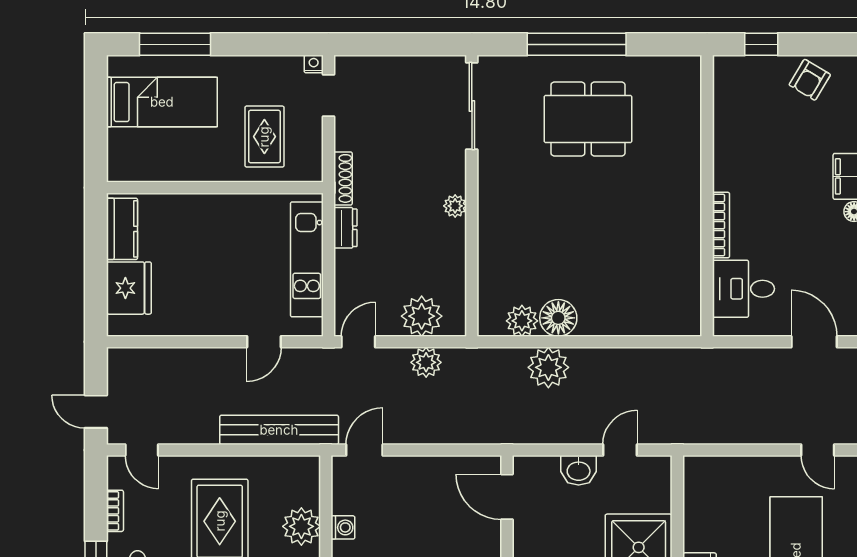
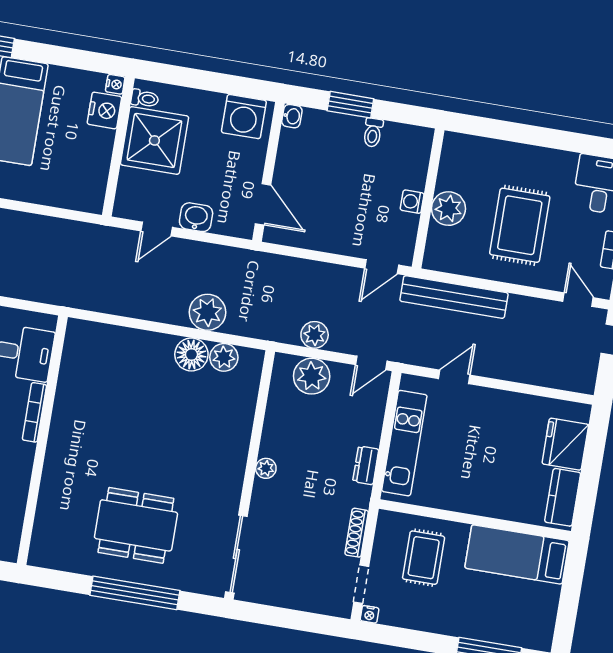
bed: (162, 102) -> (517, 554), moved
shoe rack: (343, 178) -> (357, 533), moved

